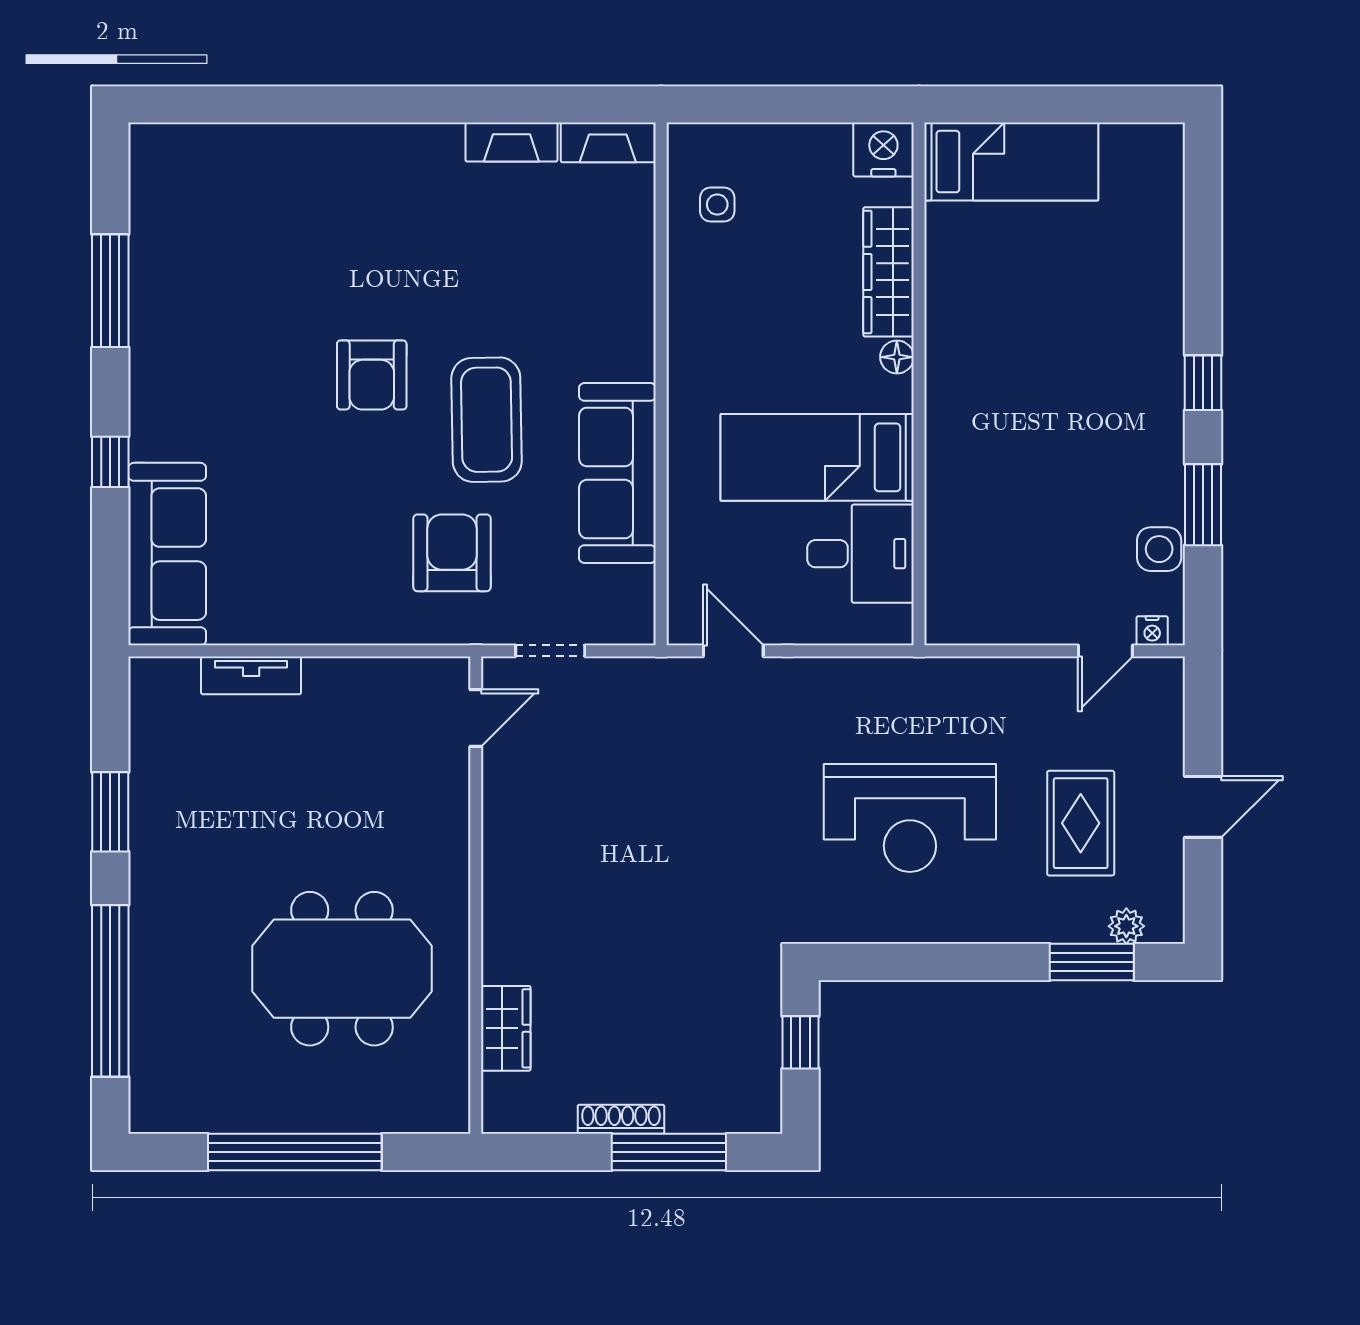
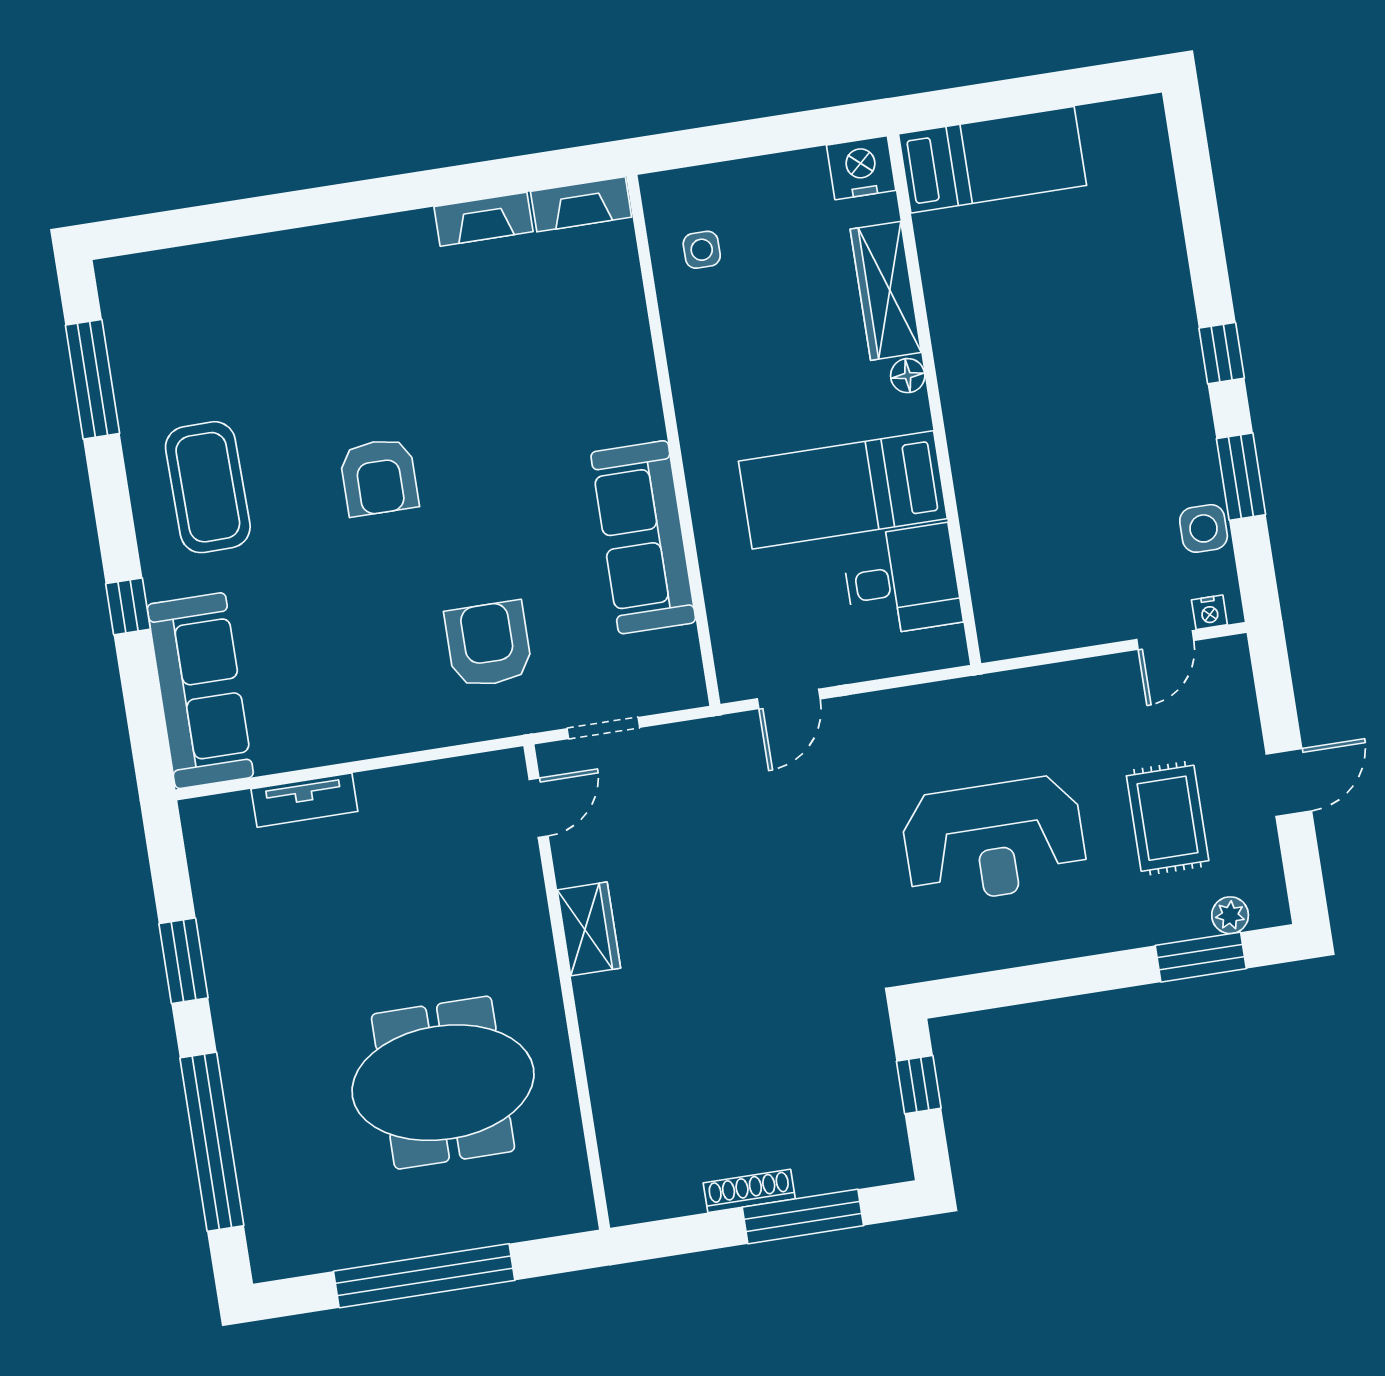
window: (110, 291) -> (92, 379), moved
coffee table: (487, 420) -> (208, 487), moved
door: (733, 651) -> (789, 699), swing flipped
wardrobe: (506, 1028) -> (589, 929), moved

